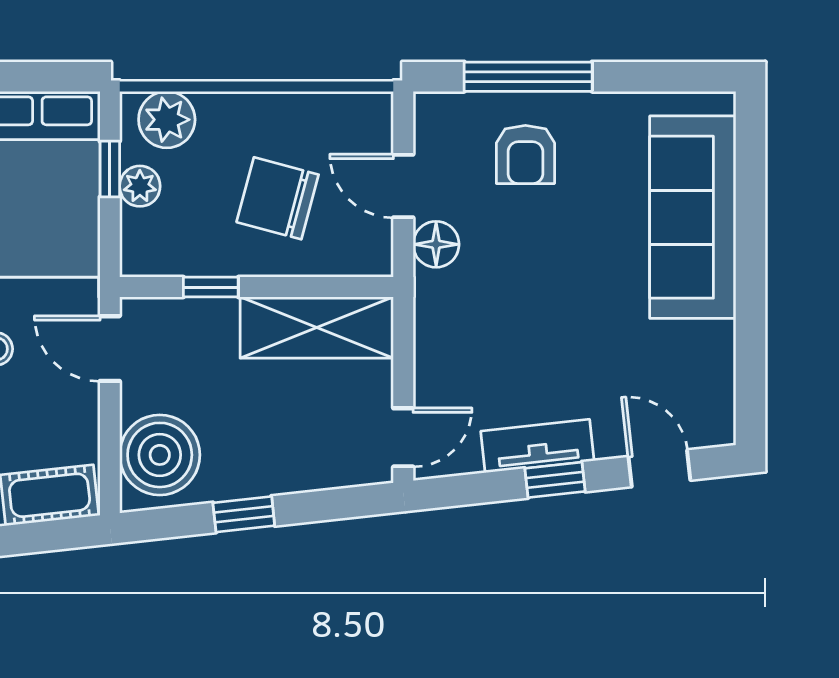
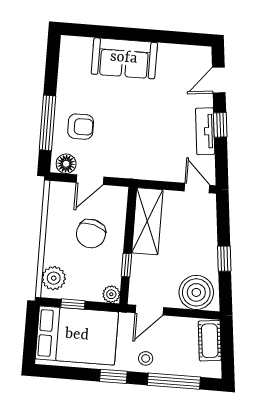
plant: (140, 186) -> (111, 294), moved
sofa: (693, 217) -> (124, 58), width x0.73
floor lamp: (436, 244) -> (66, 164), moved

